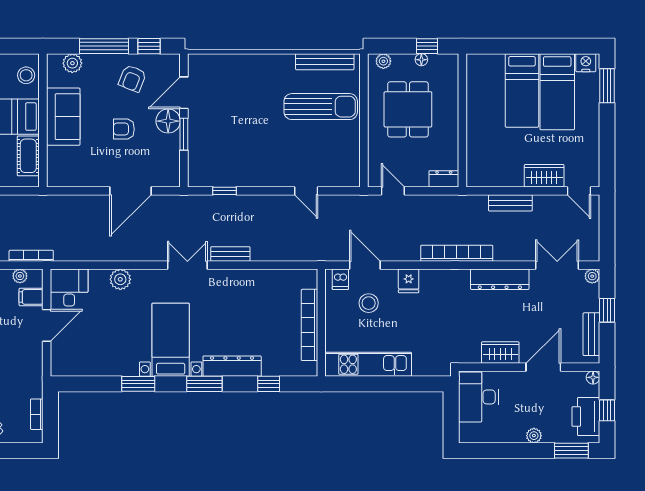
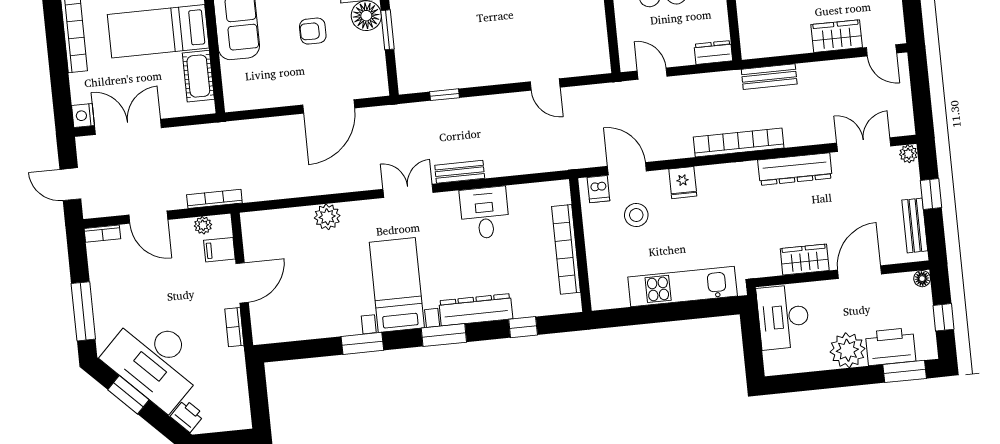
bench: (510, 203) -> (769, 77), moved
desk: (69, 289) -> (485, 213), moved
kitchen unit: (368, 364) -> (683, 286), moved
bookcase: (37, 414) -> (234, 327), moved
printer: (586, 416) -> (891, 347), moved, turned 90
plant: (534, 436) -> (847, 350), width x1.87, depth x1.87

